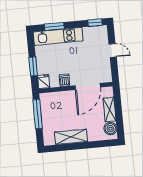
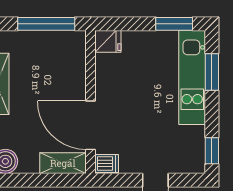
window: (33, 66) -> (174, 24), moved
dishwasher: (64, 80) -> (107, 164), moved
shelving: (109, 109) -> (63, 163), moved

